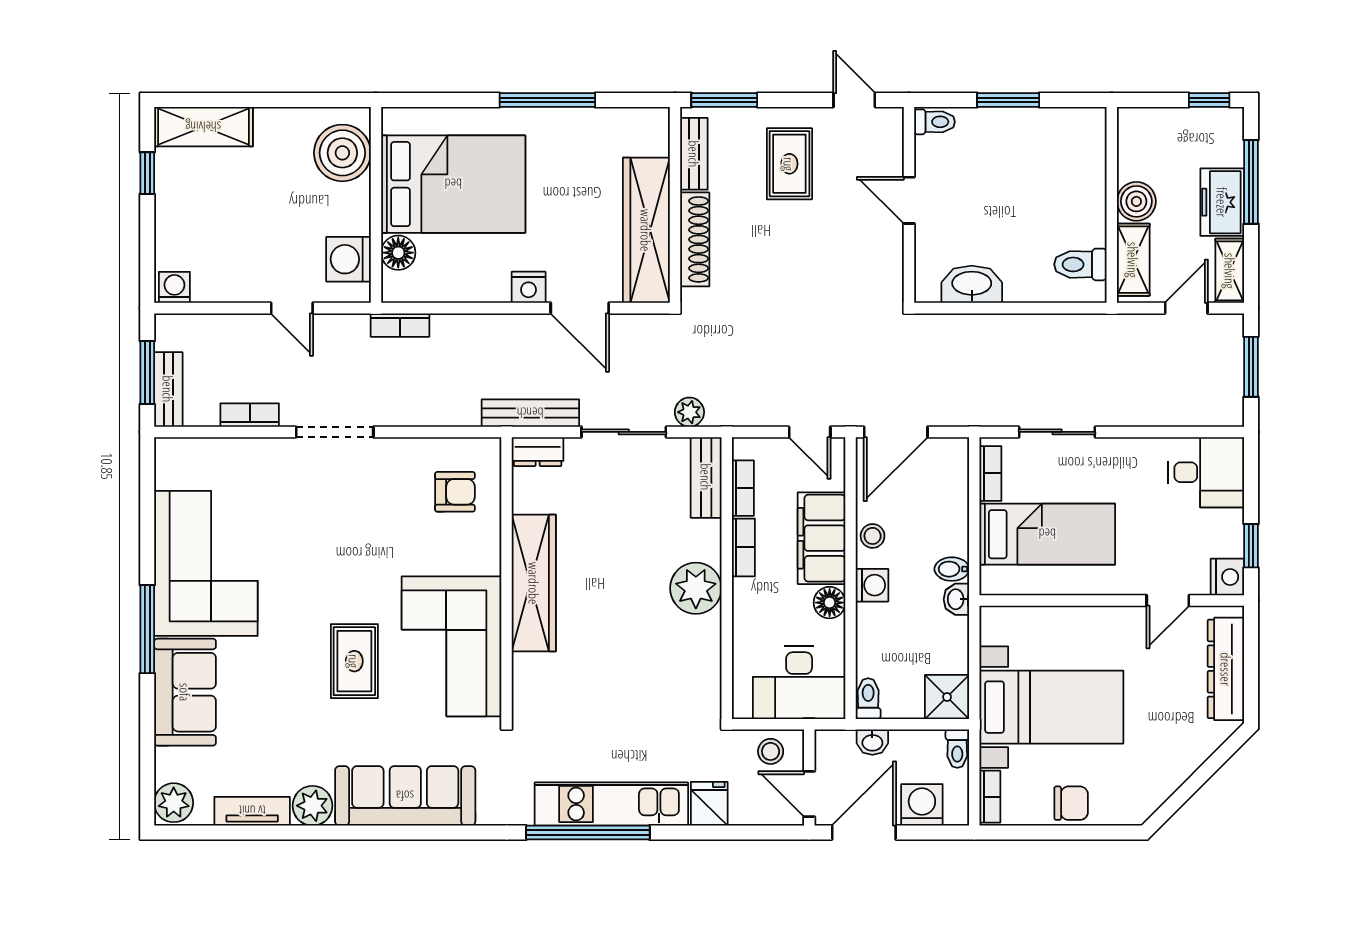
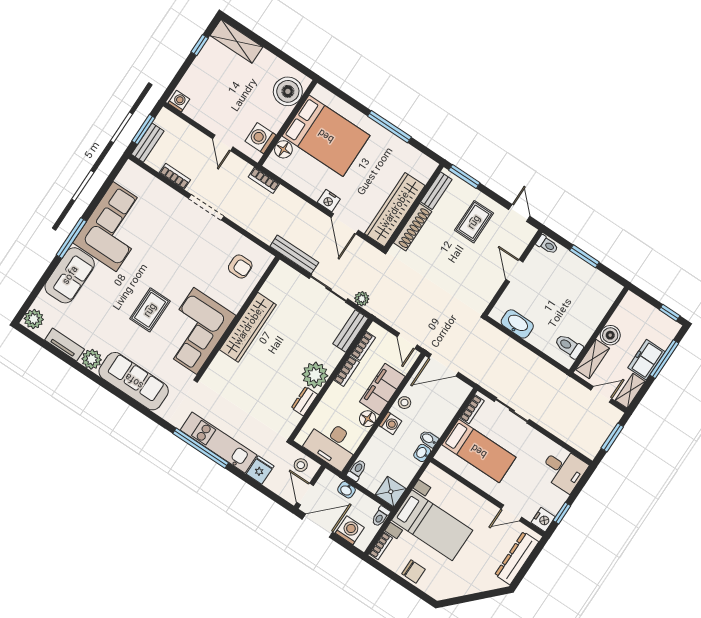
dresser: (538, 452) -> (304, 401), moved, turned 90

